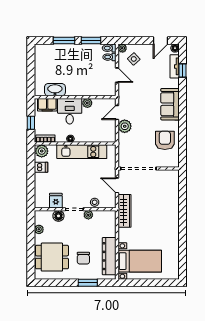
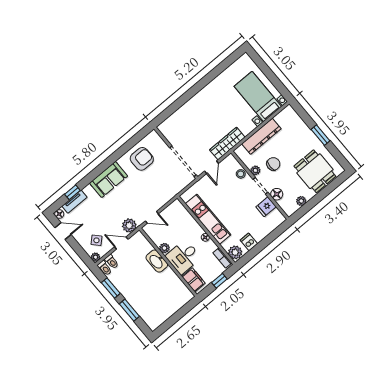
door: (117, 75) -> (121, 243), hinge flipped
washbasin: (55, 90) -> (157, 261), moved
plant: (125, 126) -> (129, 225), moved
armchair: (165, 140) -> (142, 159), turned 180
dresser: (109, 256) -> (261, 136), moved
chair: (83, 258) -> (273, 164), moved
window: (88, 283) -> (321, 135), moved

